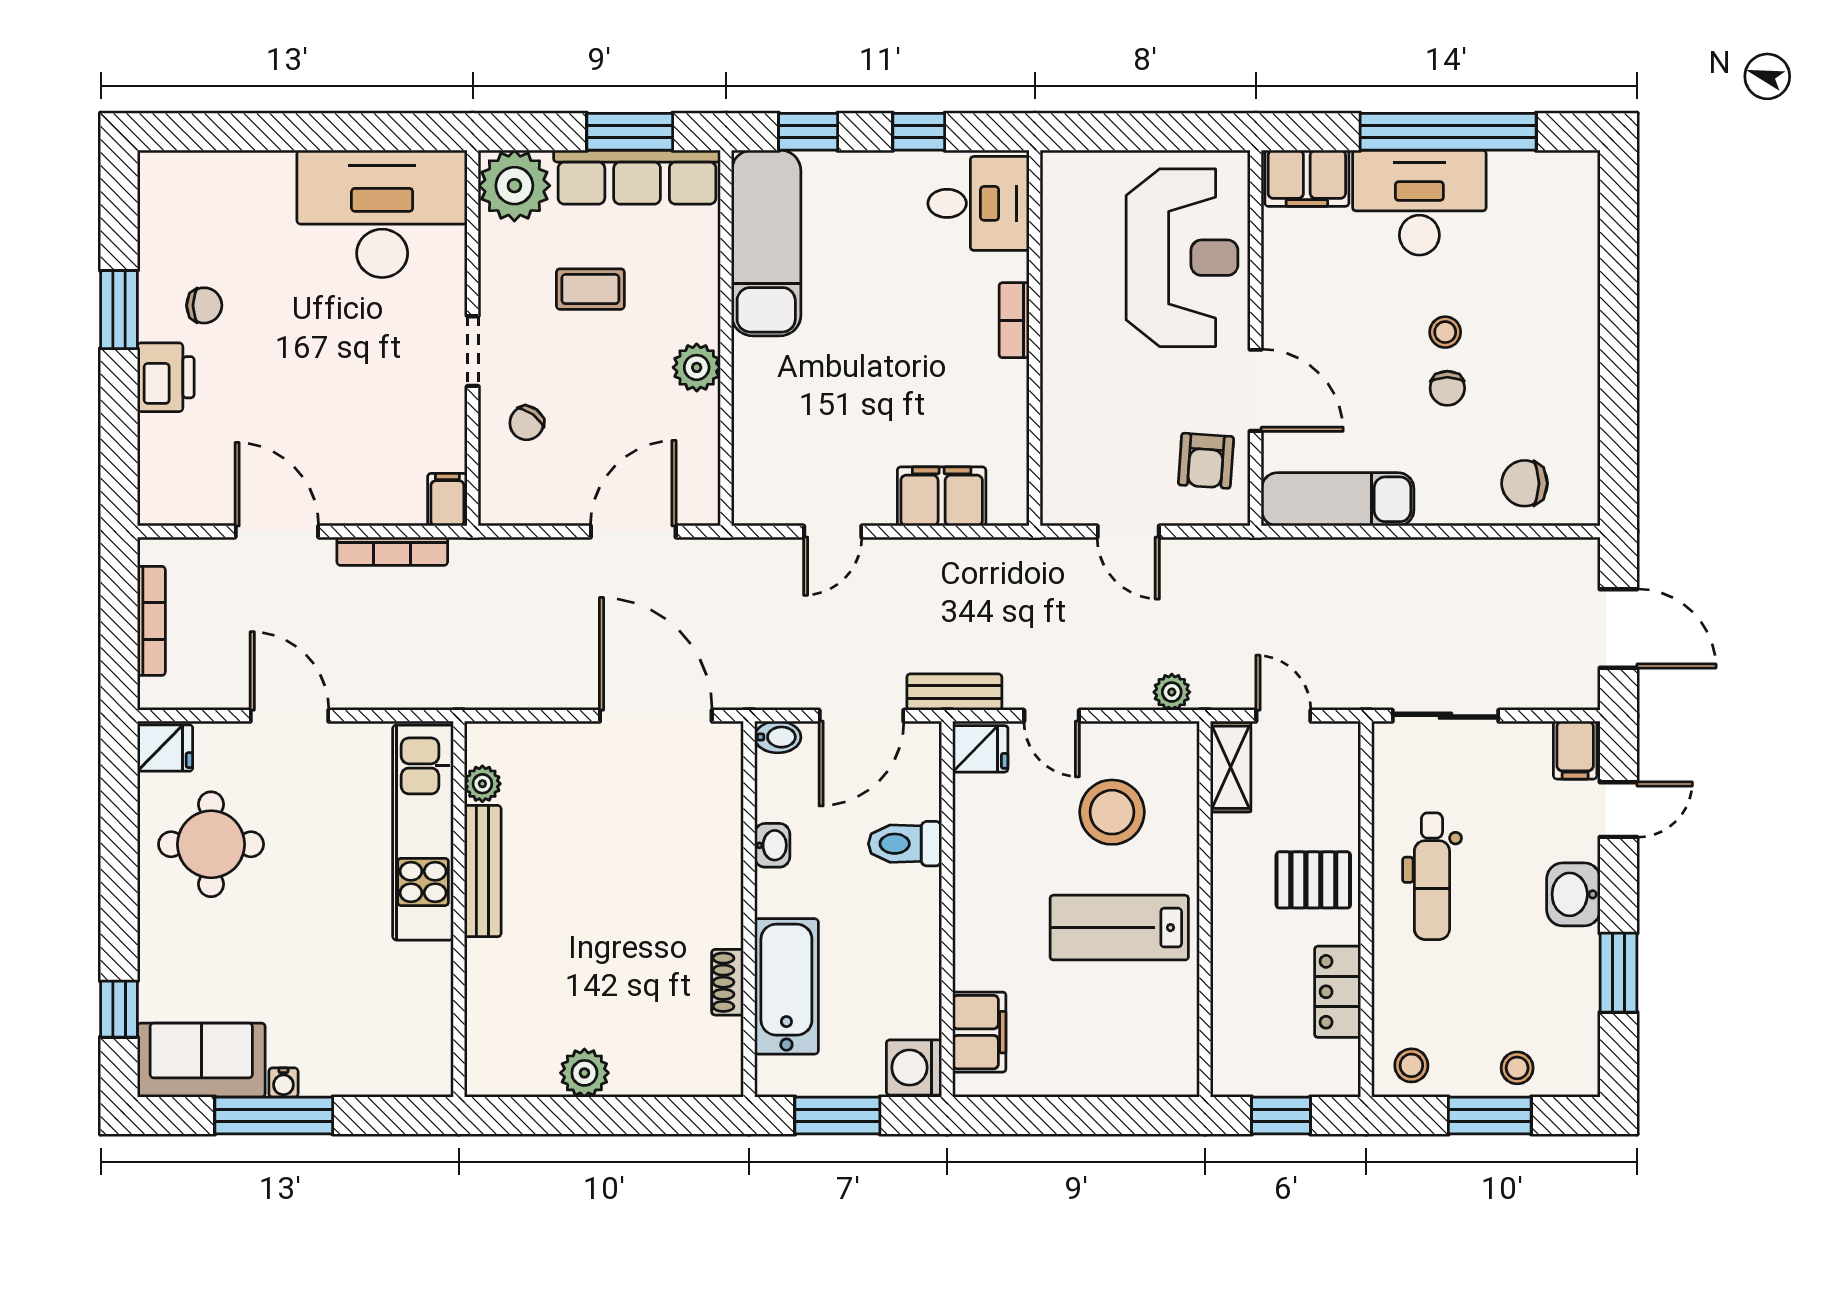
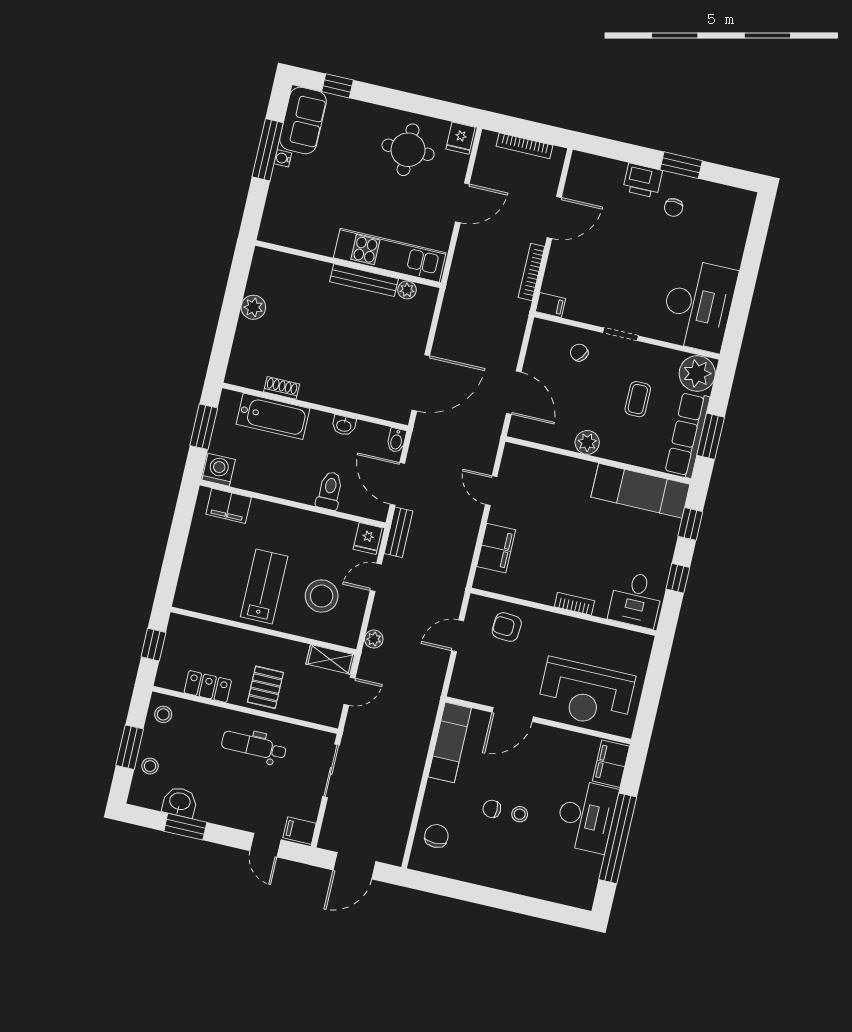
armchair: (1206, 461) -> (507, 627), moved
washbasin: (1573, 894) -> (180, 802), moved

